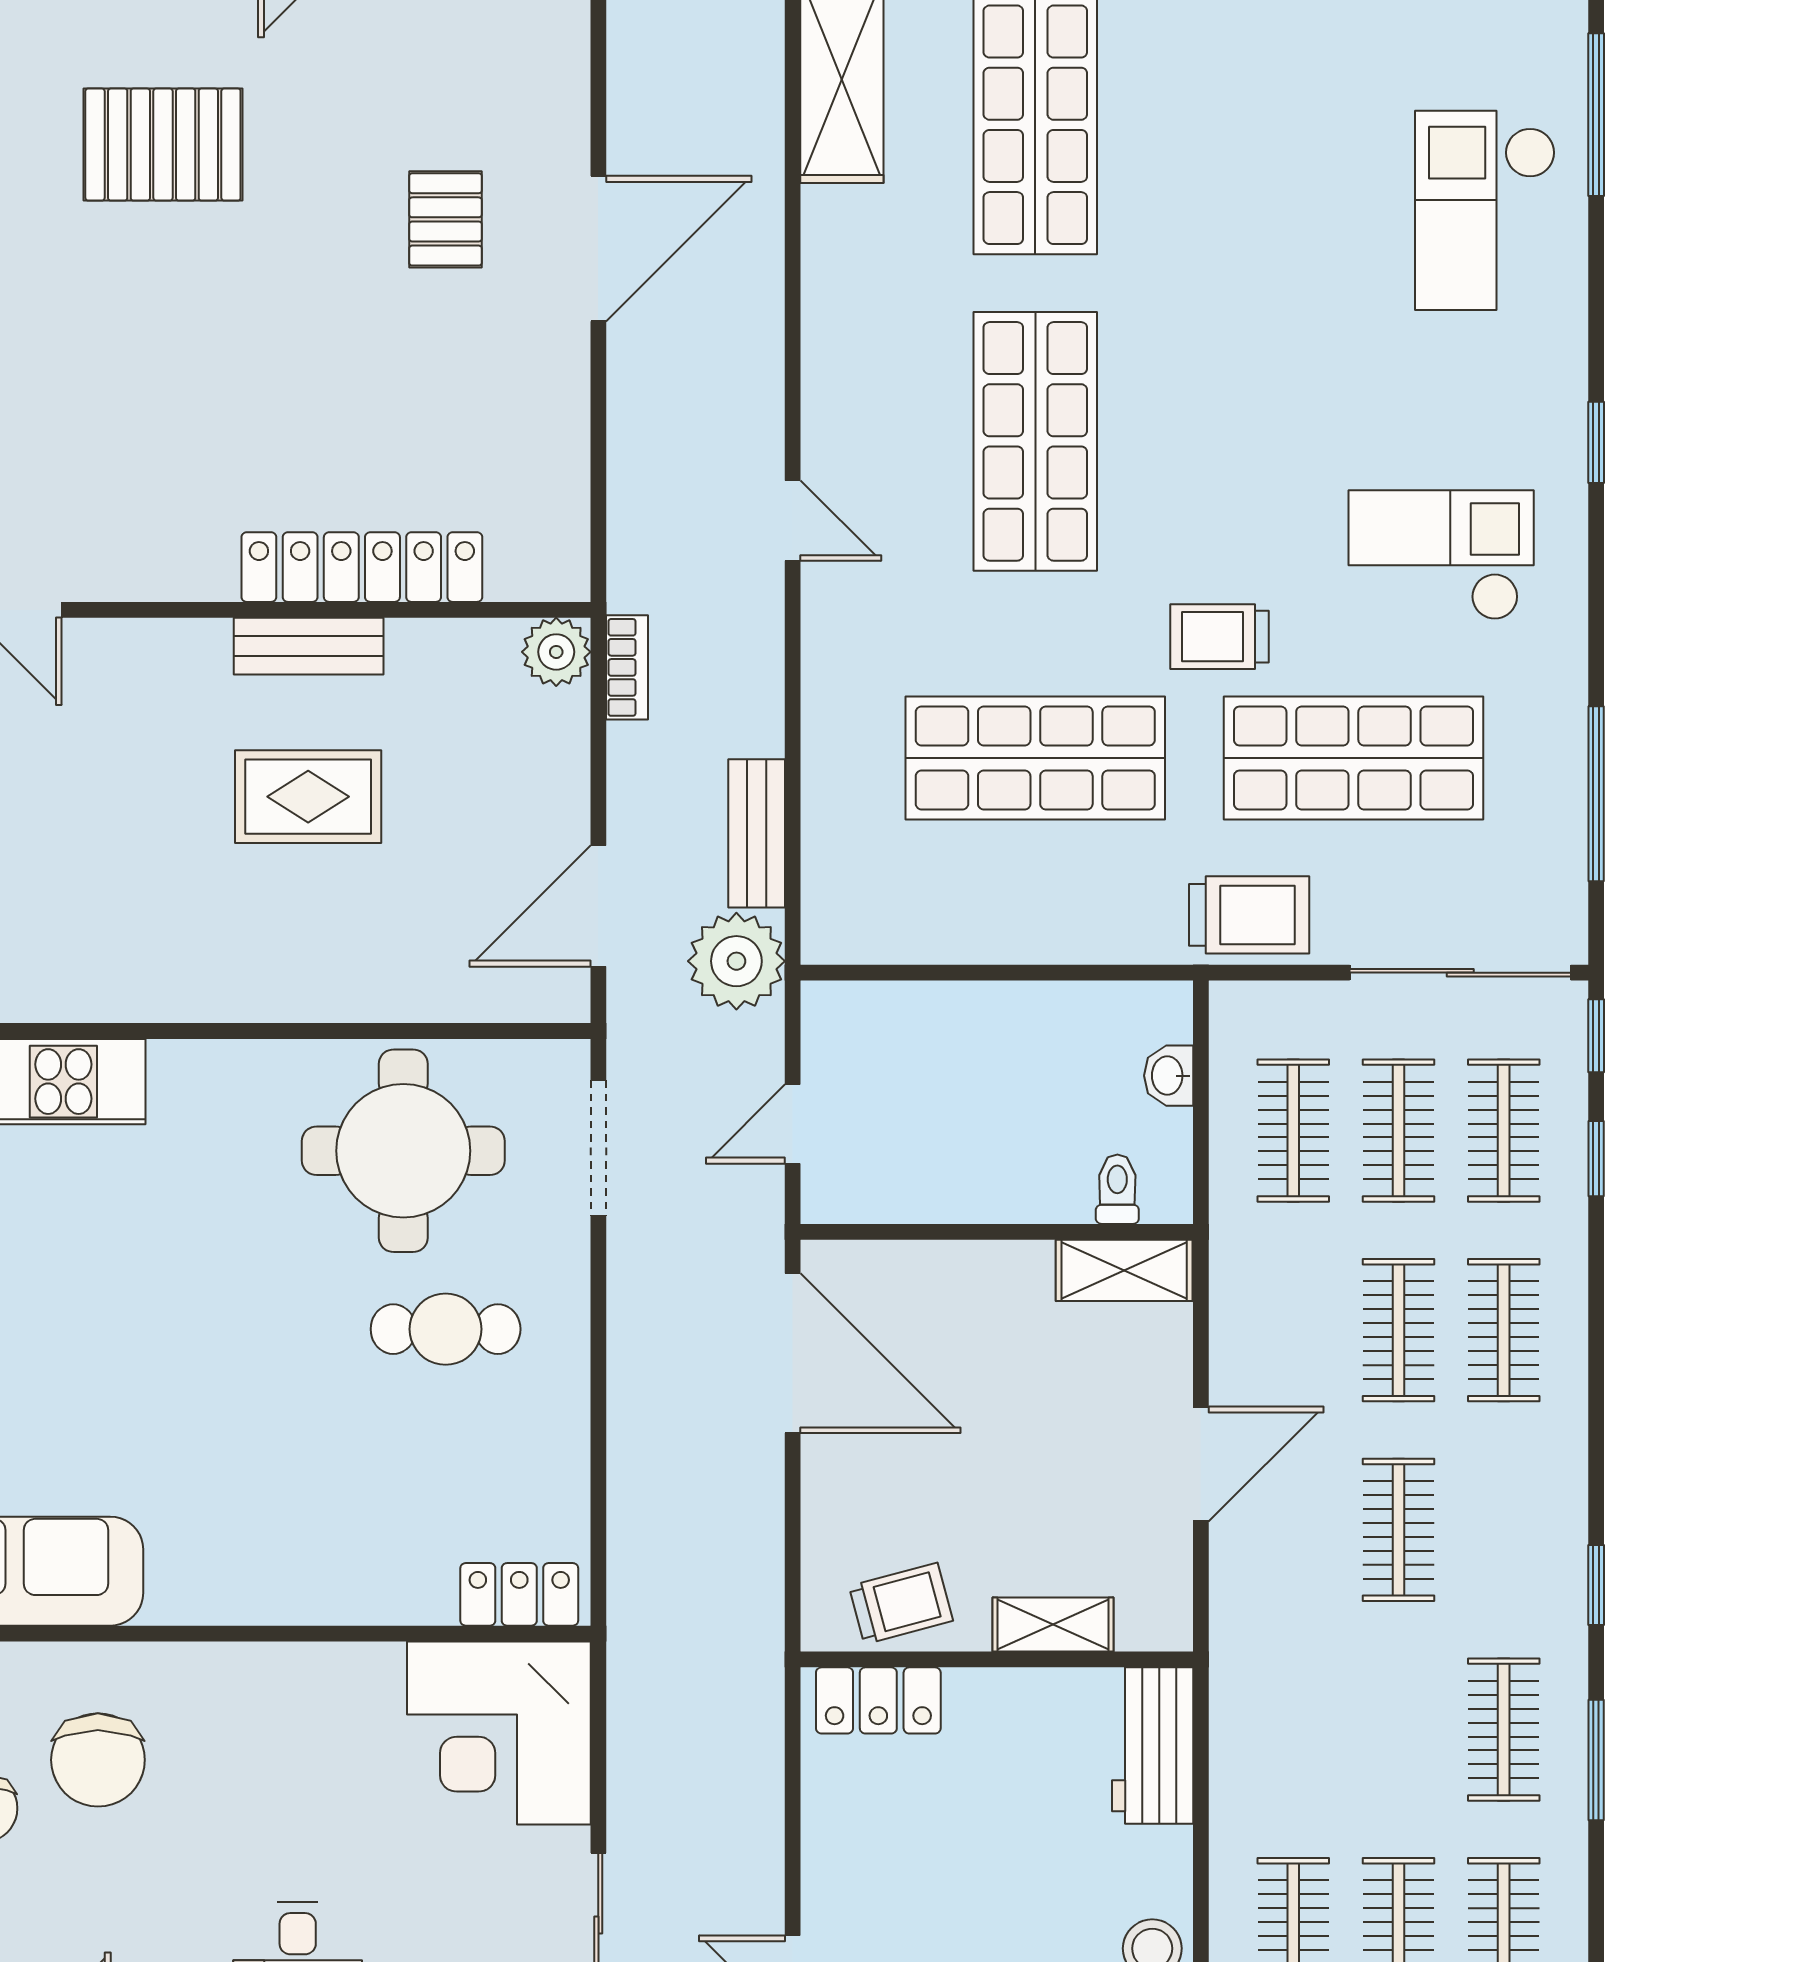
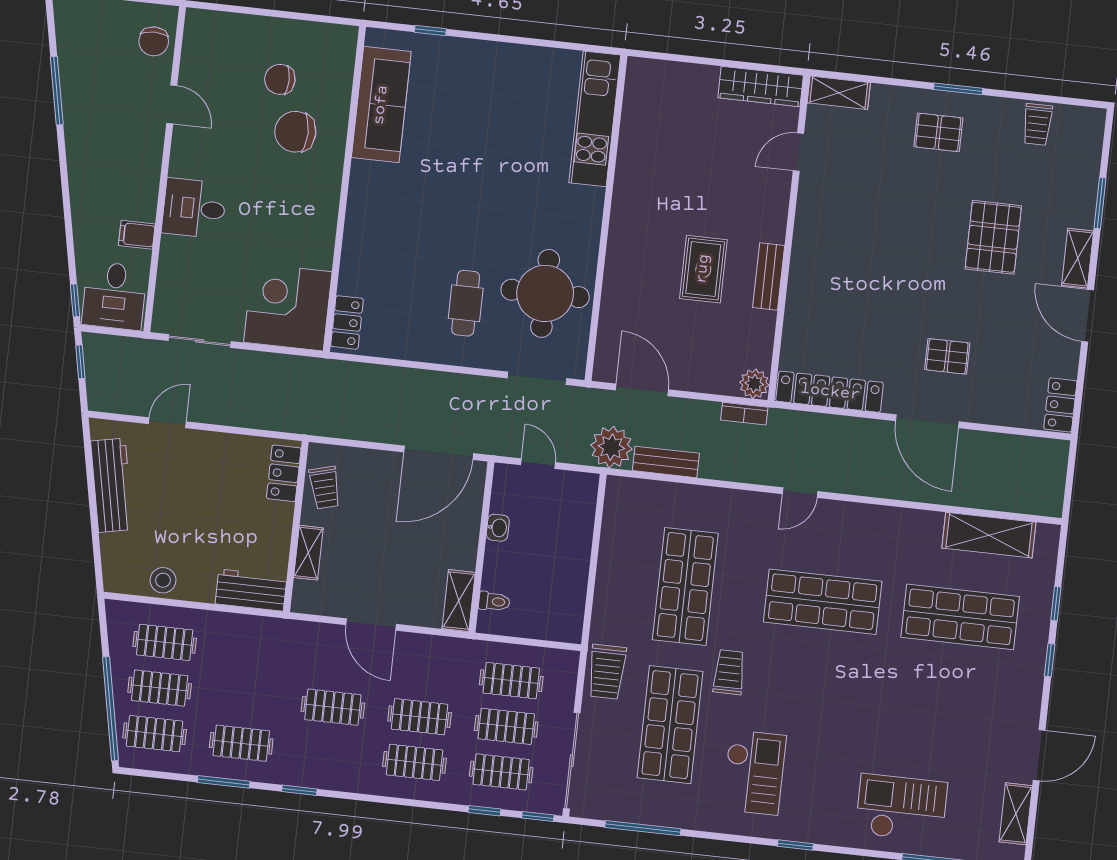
locker: (362, 567) -> (830, 392), moved, turned -90
washbasin: (1169, 1076) -> (498, 528), moved, turned 90

